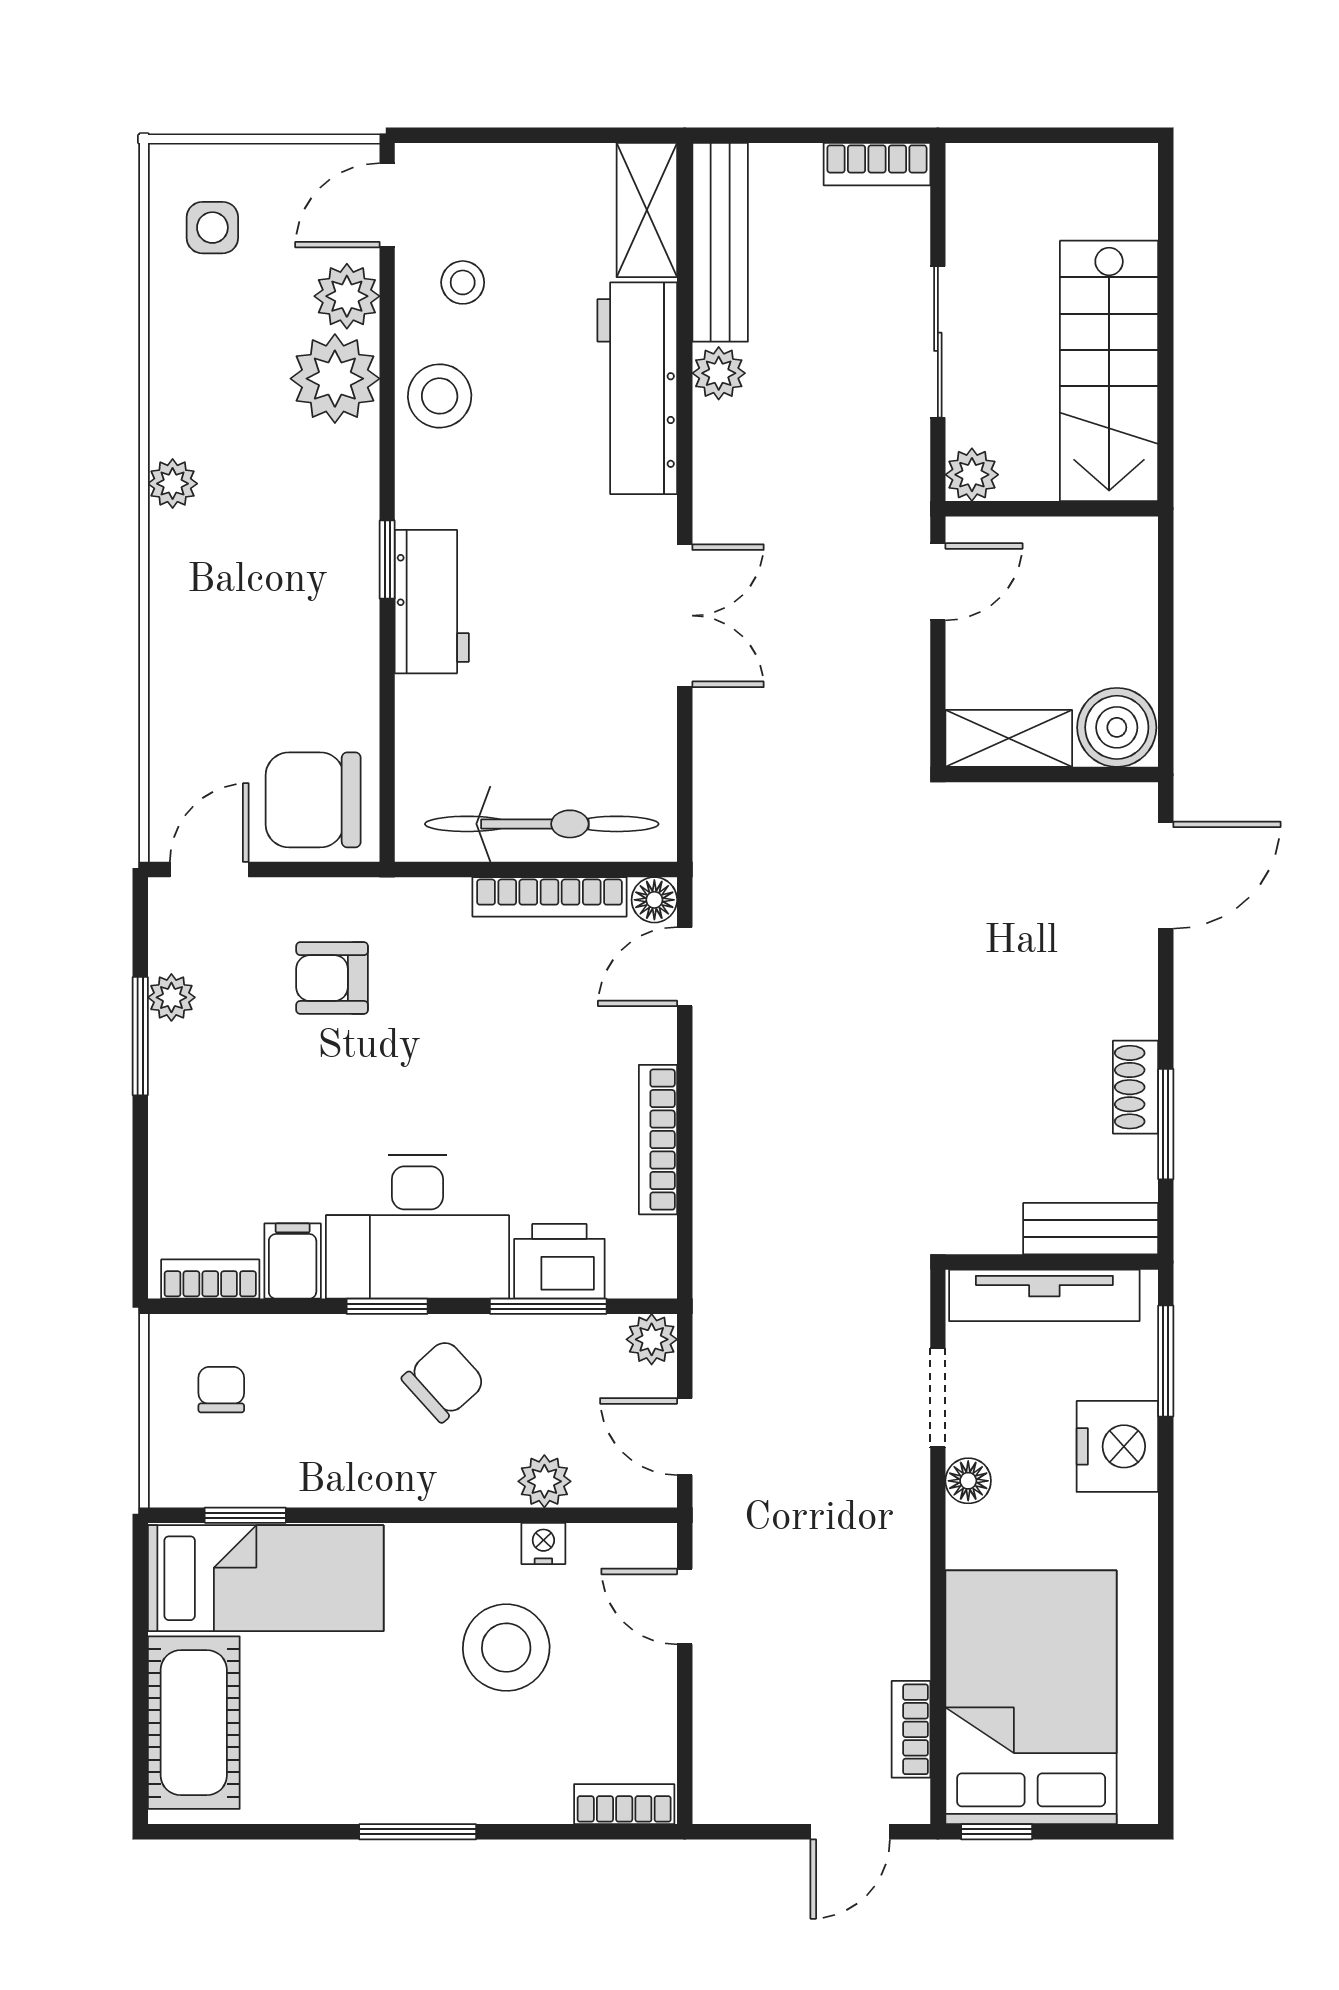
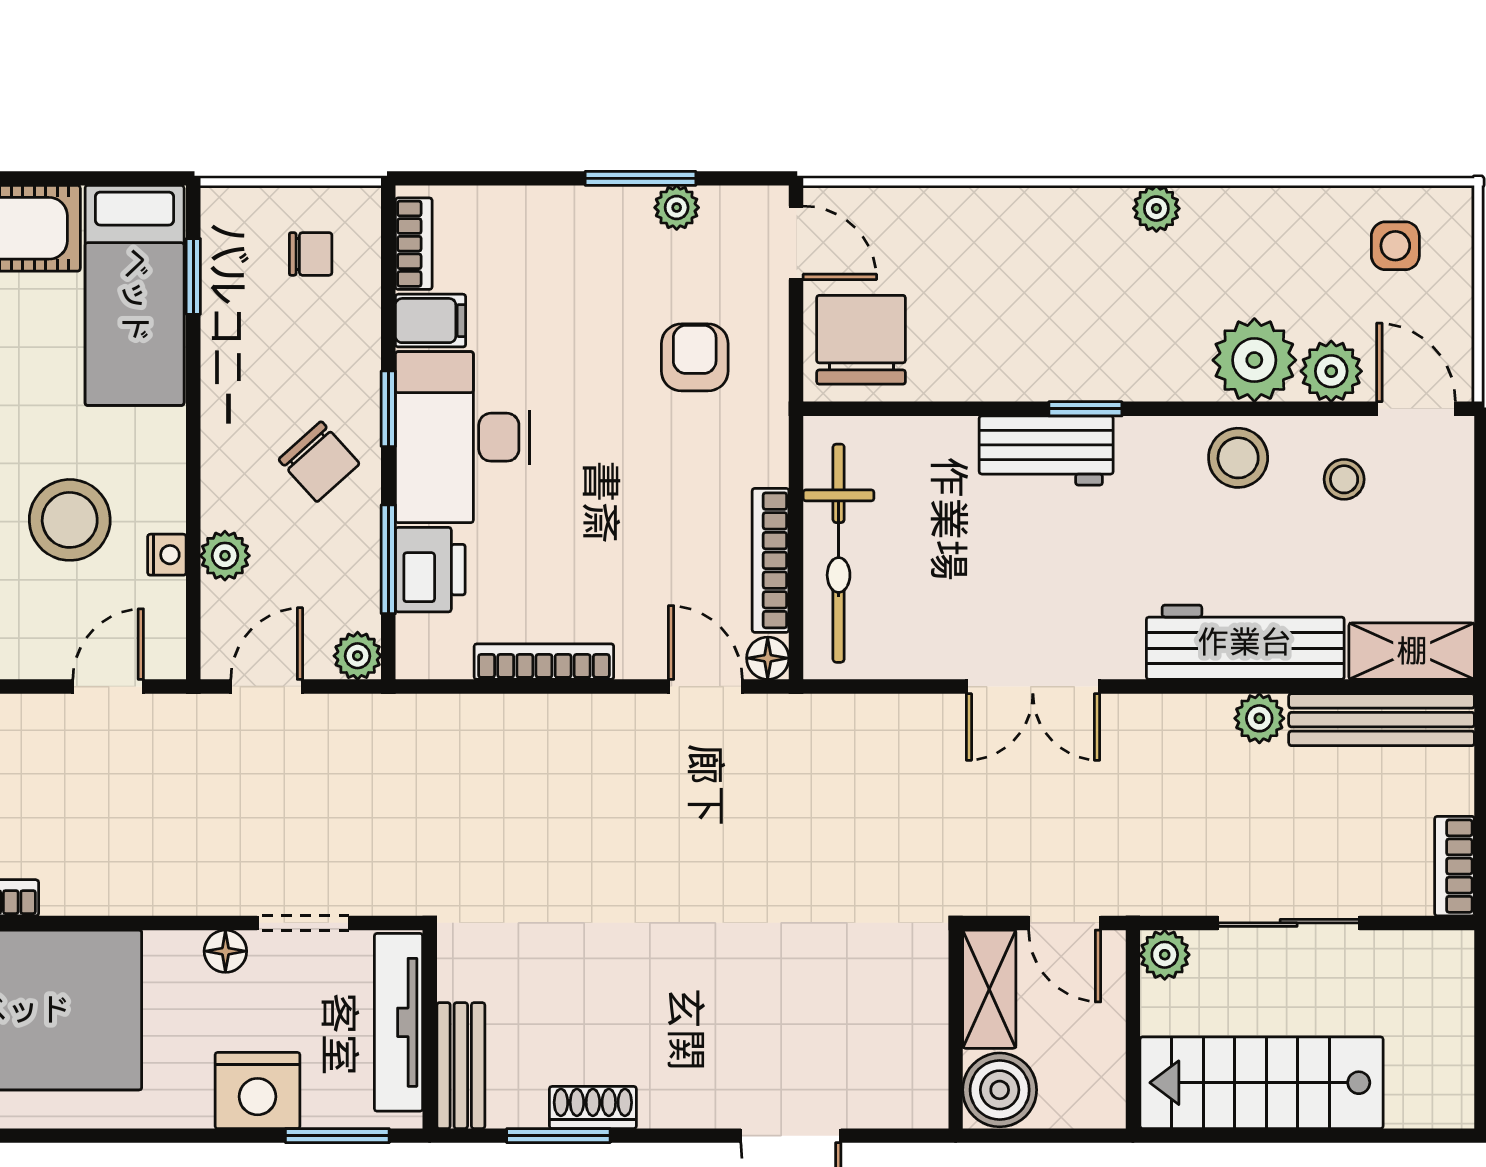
boiler: (1117, 727) -> (1000, 1090), moved
shelving: (1009, 738) -> (989, 989), moved
wall: (1052, 775) -> (956, 1029), moved

